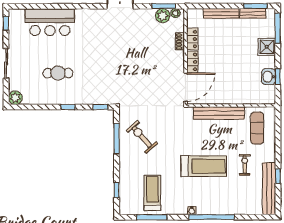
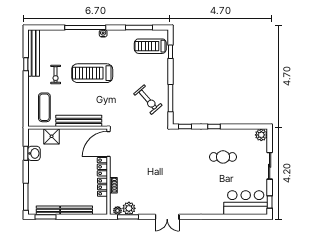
bar counter: (50, 22) -> (246, 203), moved
shower: (267, 47) -> (52, 136), moved
treadmill: (152, 193) -> (150, 46), moved, turned 90

